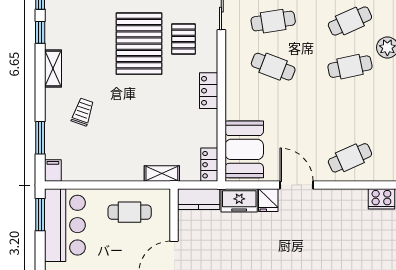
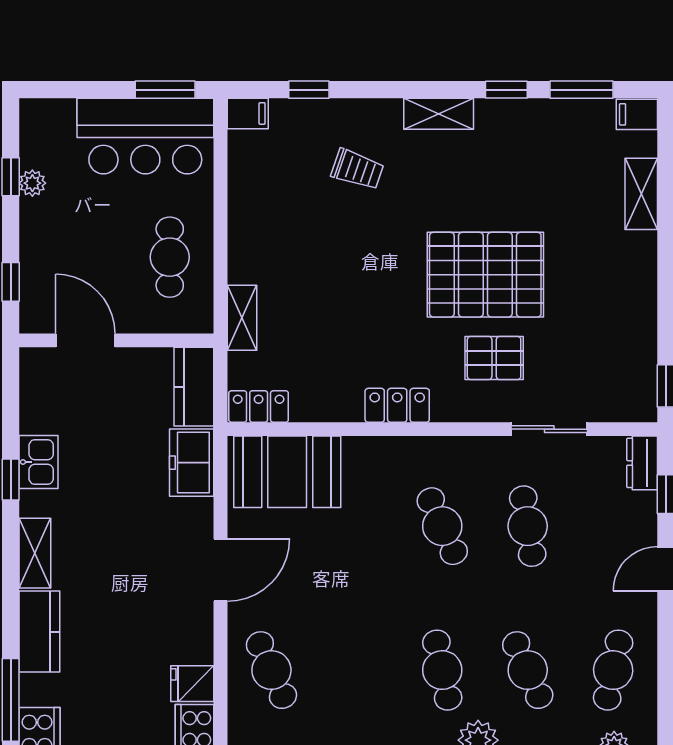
cafe table: (273, 67) -> (442, 526), turned -45
window: (40, 138) -> (309, 90), width x0.67
fridge: (268, 200) -> (192, 684), moved

